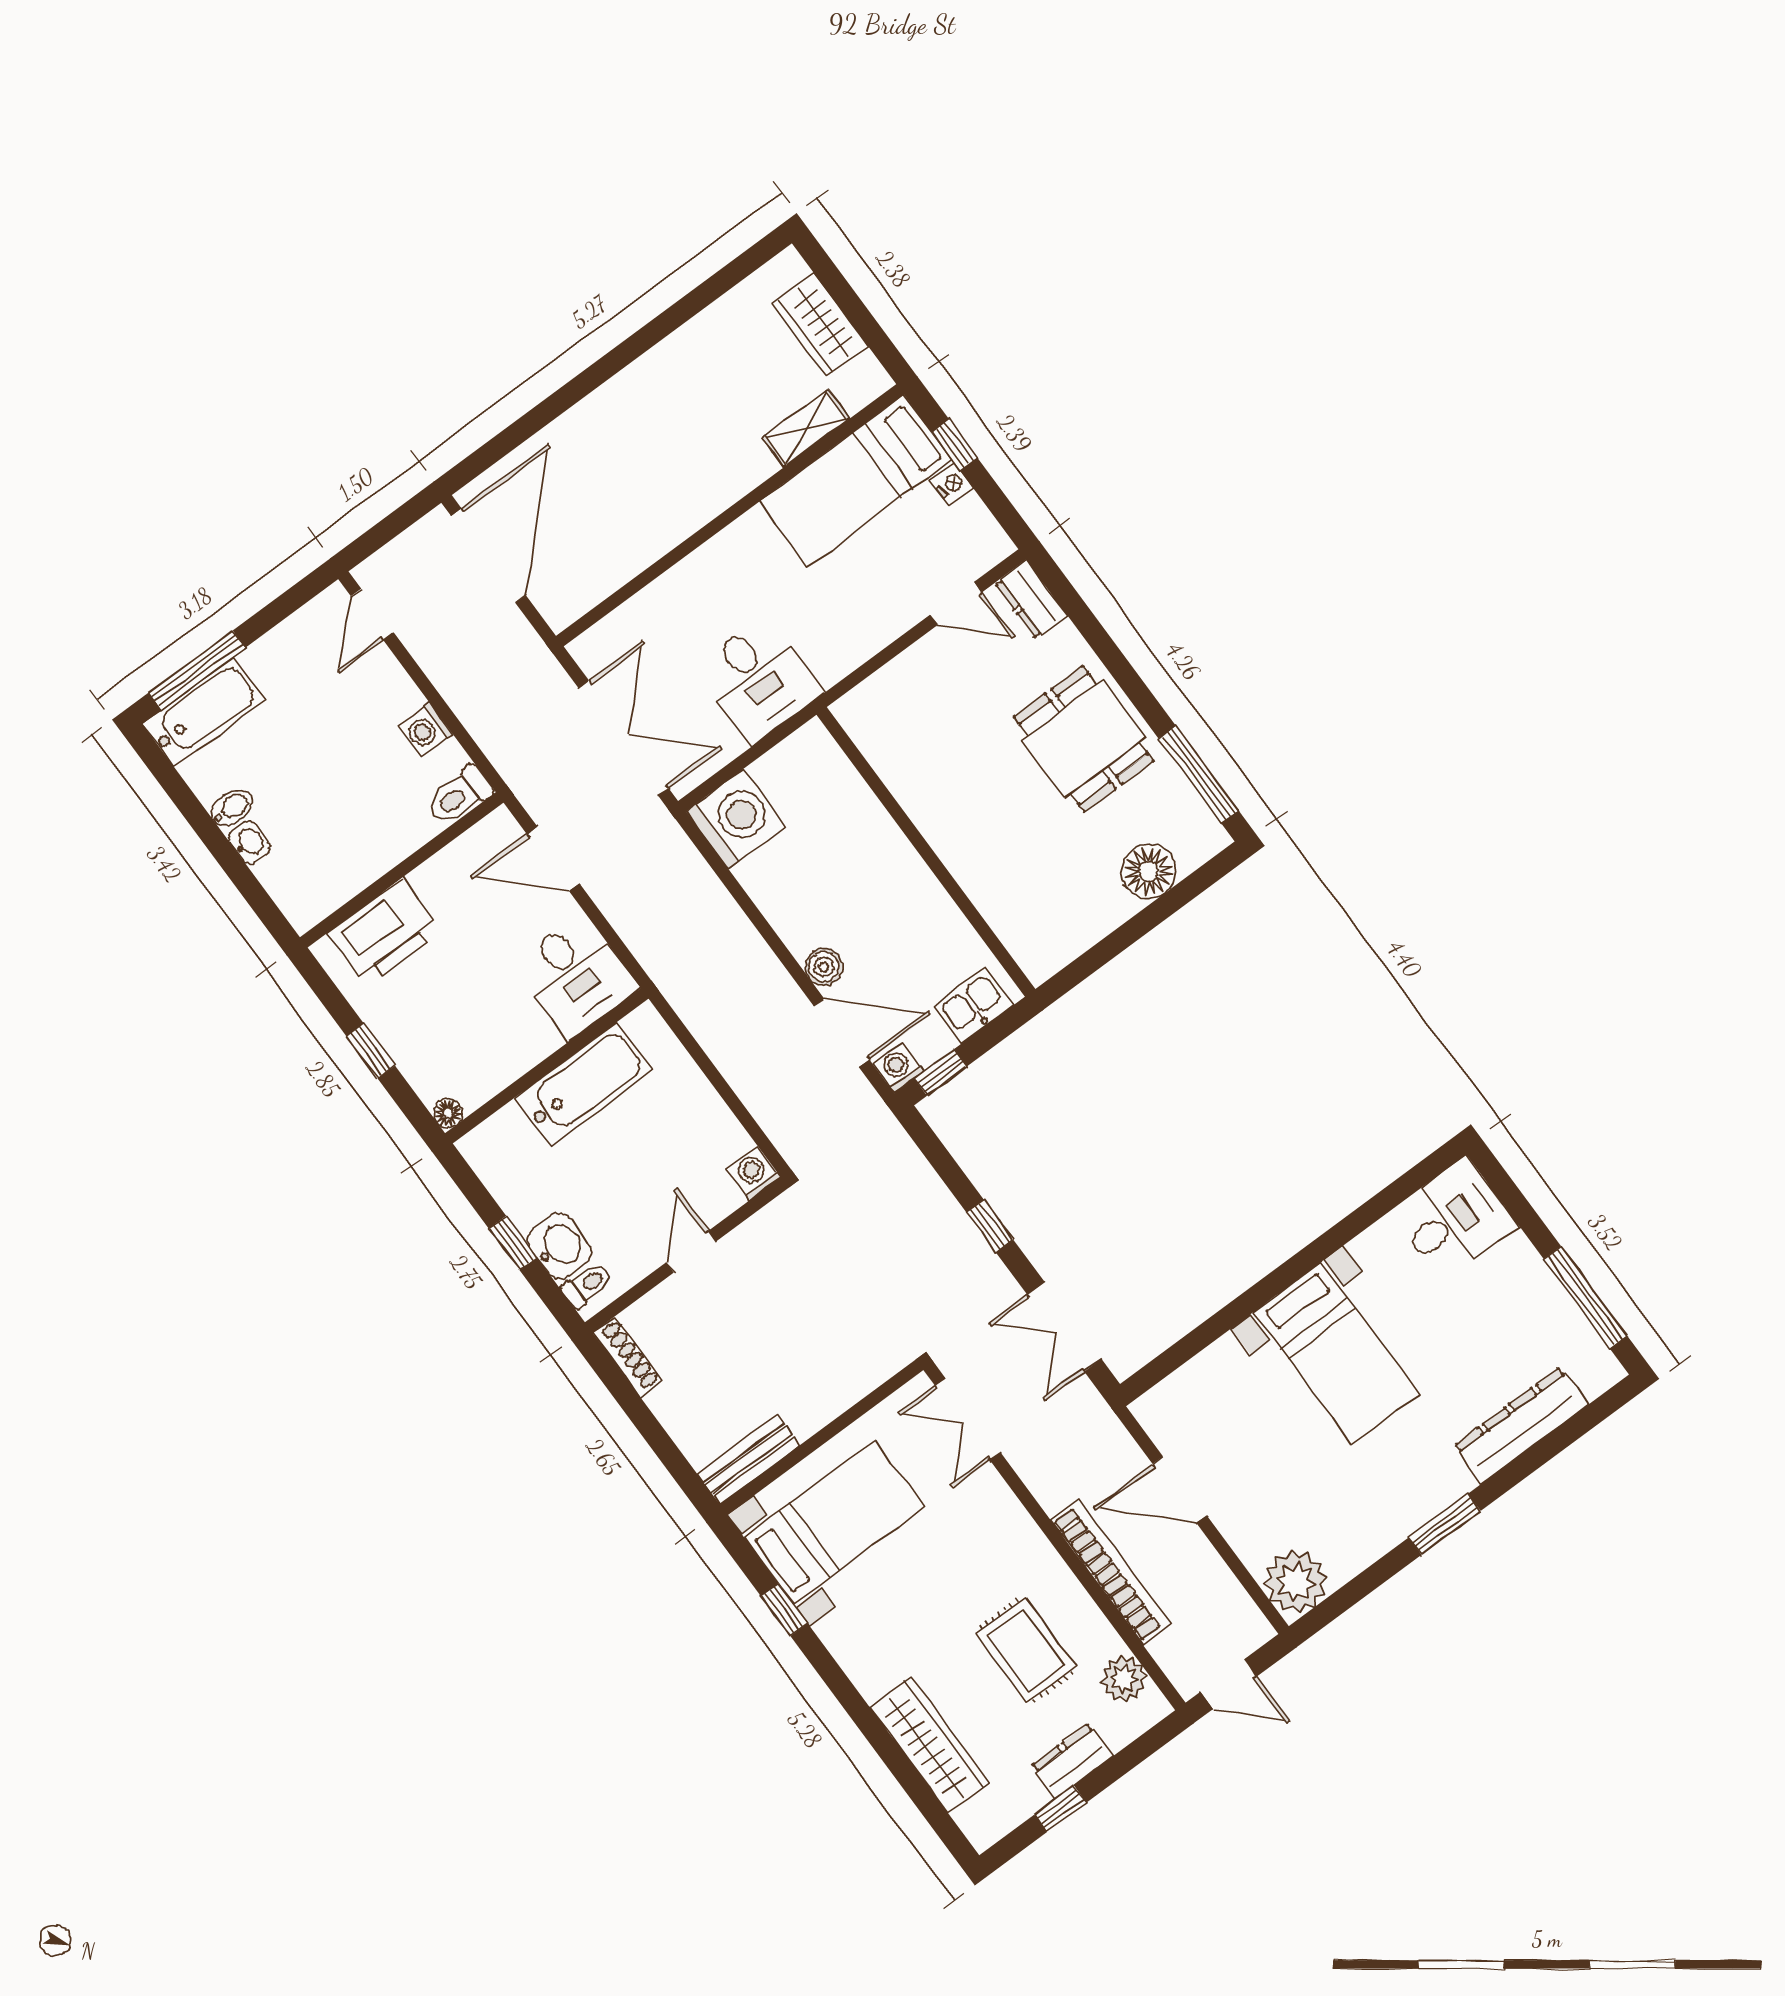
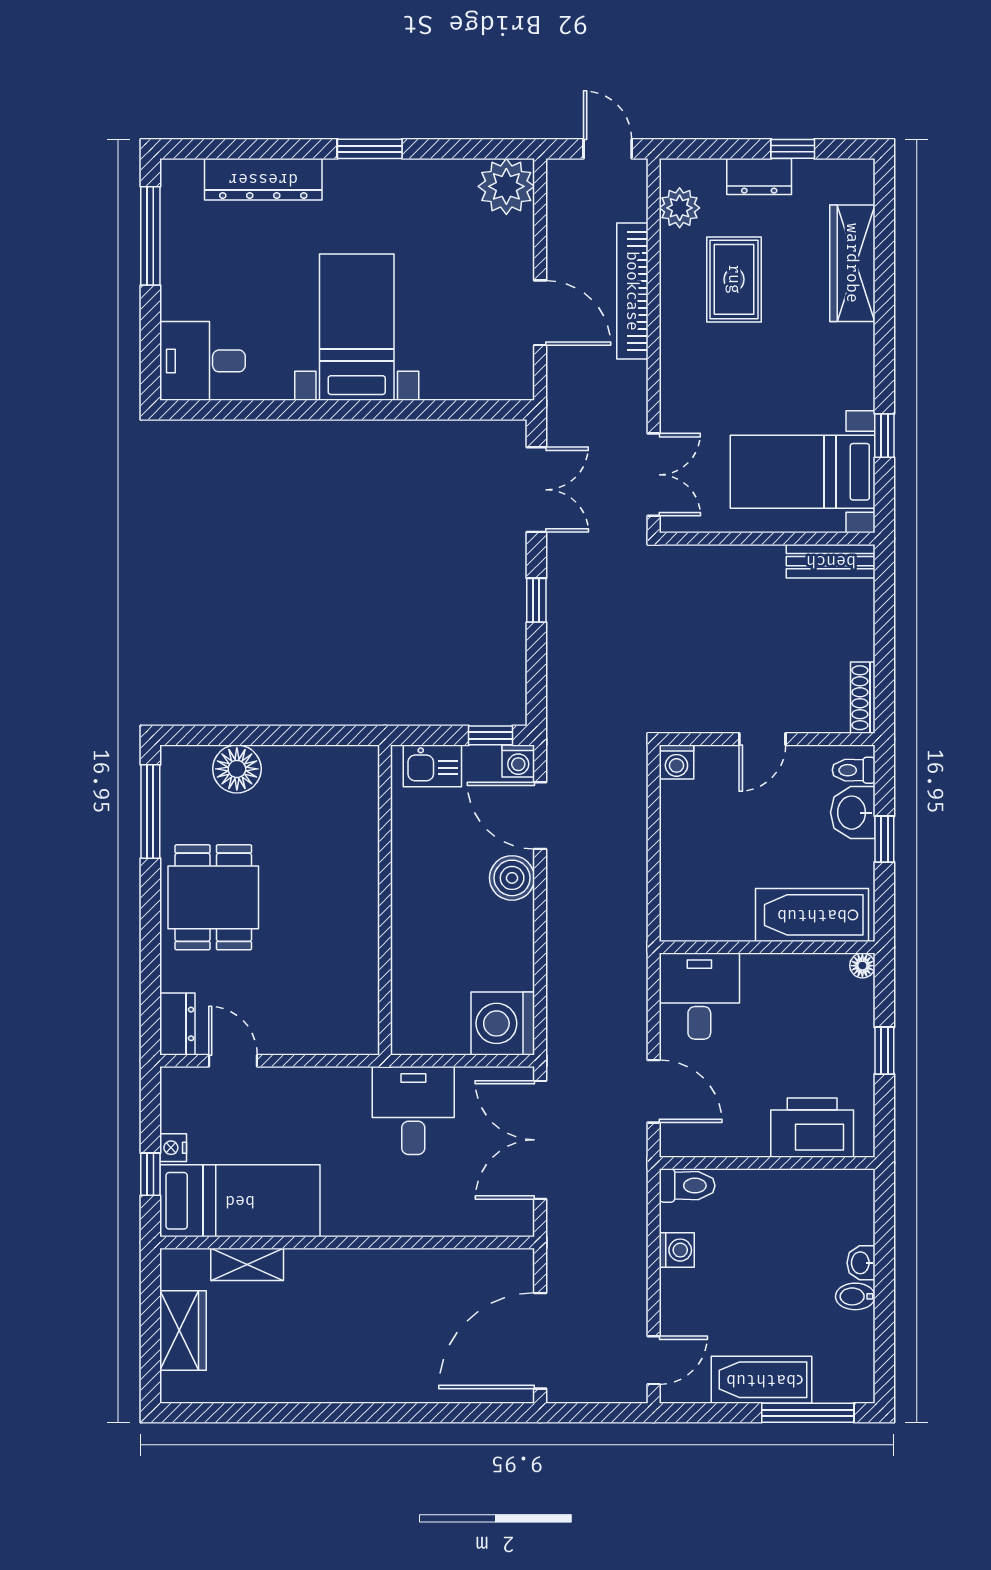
bathtub: (203, 712) -> (761, 1380), moved
boiler: (824, 967) -> (512, 878), width x1.36, depth x1.36
bathtub: (584, 1084) -> (812, 915), moved

